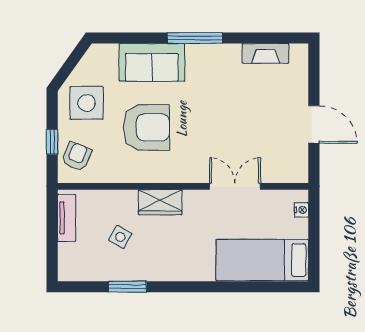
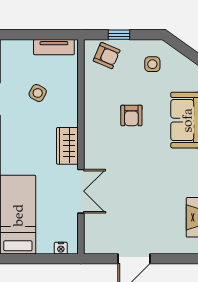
side table: (87, 103) -> (152, 64), width x0.54, depth x0.54
armchair: (146, 127) -> (131, 115), width x0.53, depth x0.53
wardrobe: (160, 202) -> (67, 146), moved

